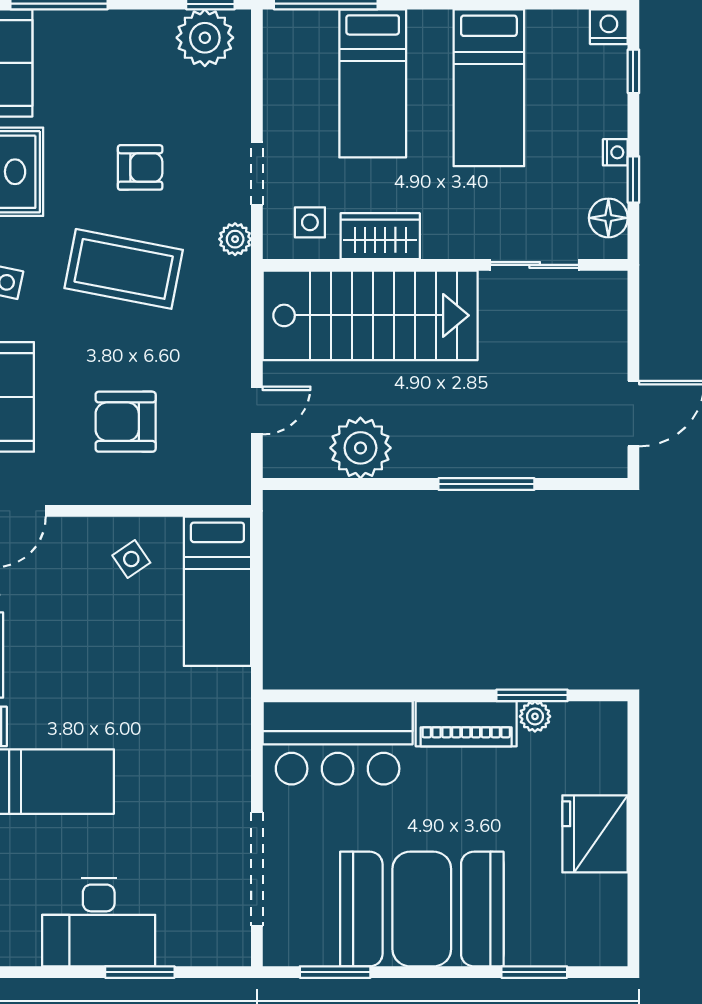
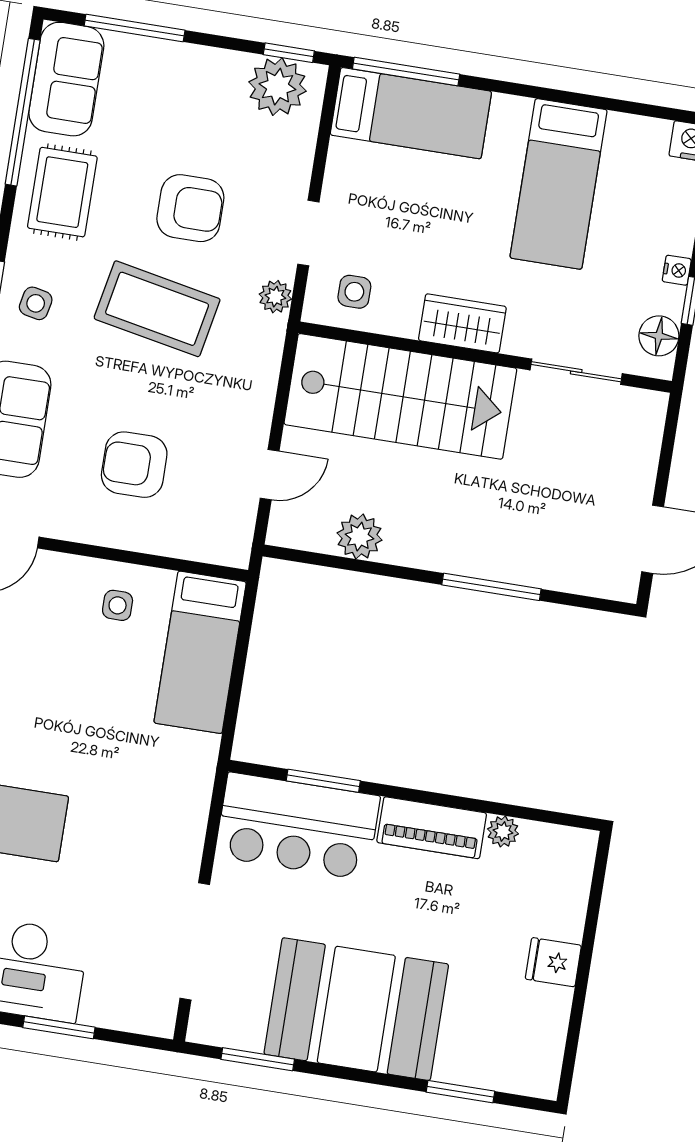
bed: (373, 83) -> (411, 113), moved, turned -90
armchair: (140, 167) -> (190, 208), width x1.38, depth x1.38
wardrobe: (380, 236) -> (462, 323), moved
plant: (360, 448) -> (360, 537), width x0.73, depth x0.73
side table: (131, 559) -> (118, 605), turned 34
window: (532, 695) -> (323, 781), moved
fridge: (595, 834) -> (553, 962), width x0.53, depth x0.75

